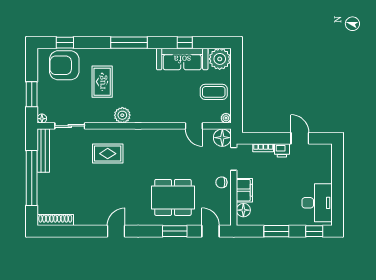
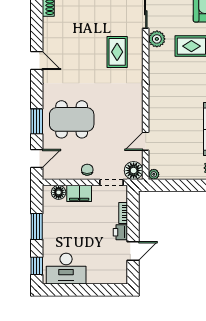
coffee table: (214, 92) -> (181, 162), removed
plant: (122, 115) -> (157, 39), moved
dining table: (173, 197) -> (72, 119), turned 90

